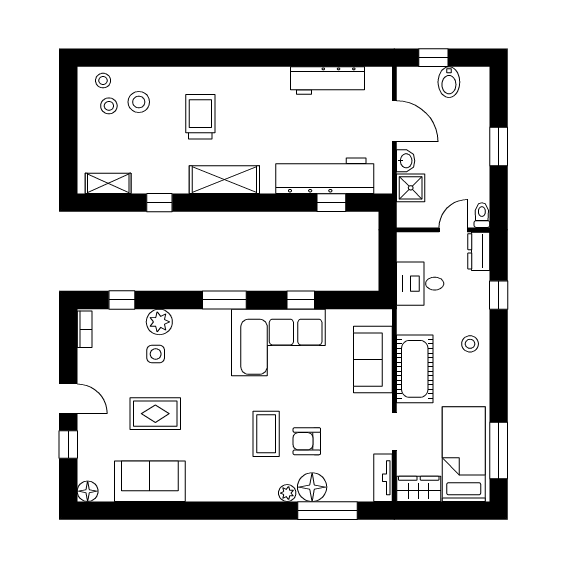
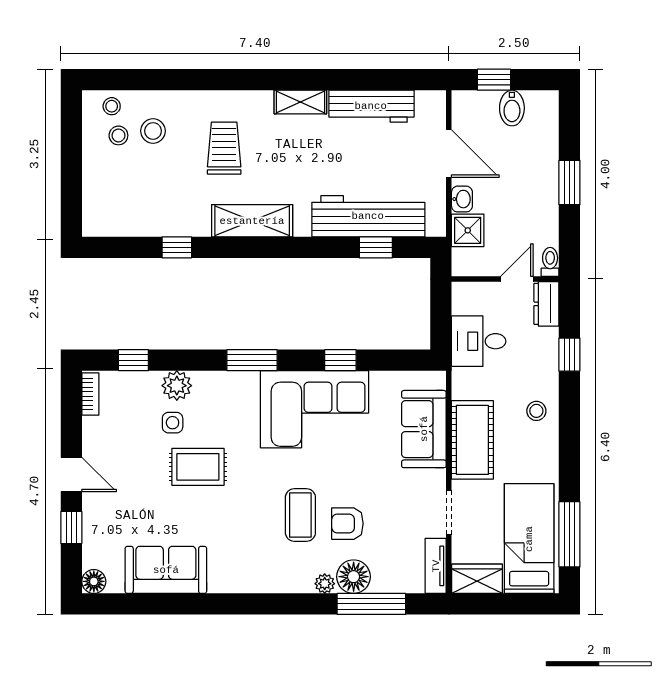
shelving: (108, 183) -> (300, 102), moved
rug: (155, 414) -> (198, 467), moved

